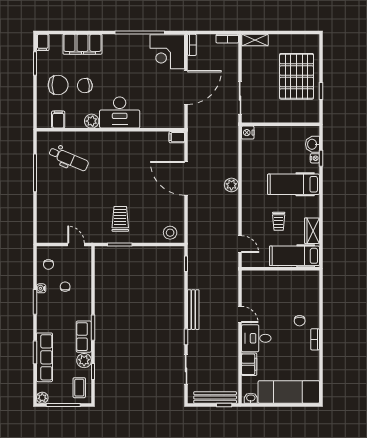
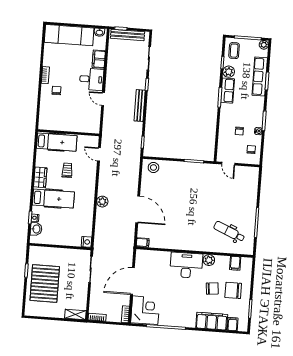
filing cabinet: (43, 42) -> (233, 324), moved
trolley: (120, 219) -> (192, 181), removed
wardrobe: (312, 231) -> (40, 177), moved

